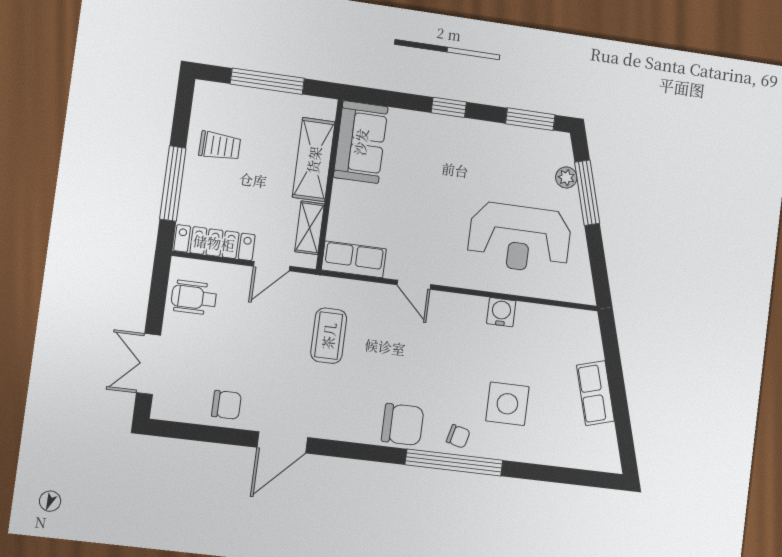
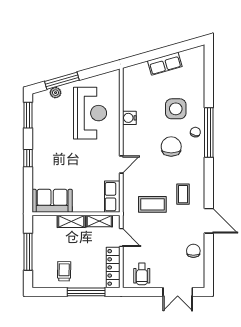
shelving: (314, 160) -> (71, 221), width x0.67, depth x0.75
coffee table: (341, 398) -> (183, 194), added
chair: (403, 424) -> (171, 146), moved

